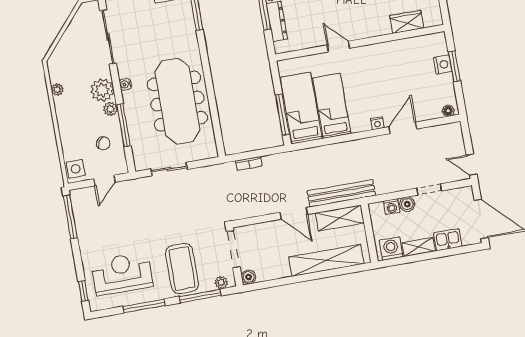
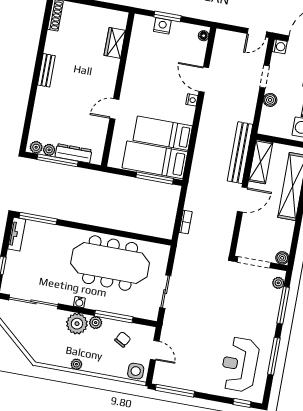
plant: (57, 90) -> (76, 364), moved
washing machine: (392, 207) -> (280, 46), moved
coffee table: (182, 268) -> (254, 312), removed

